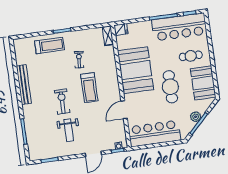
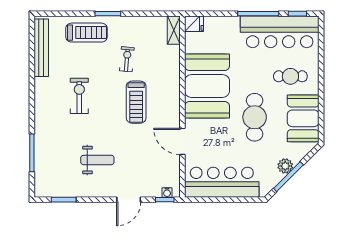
bench: (24, 85) -> (41, 48), moved
exercise bike: (62, 102) -> (79, 96), moved
door: (124, 110) -> (182, 141), hinge flipped
weight bench: (69, 130) -> (97, 160), turned -90

